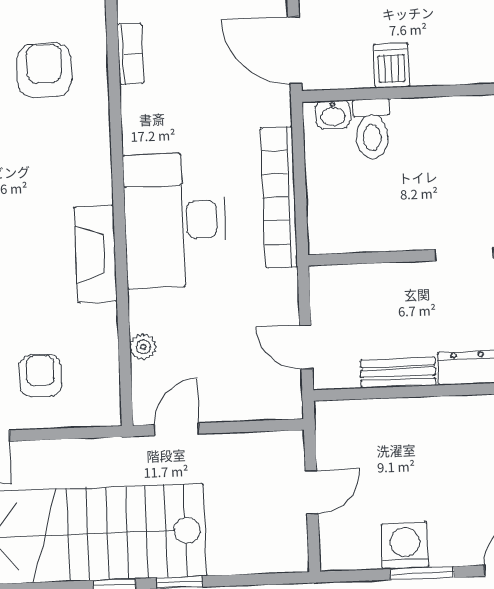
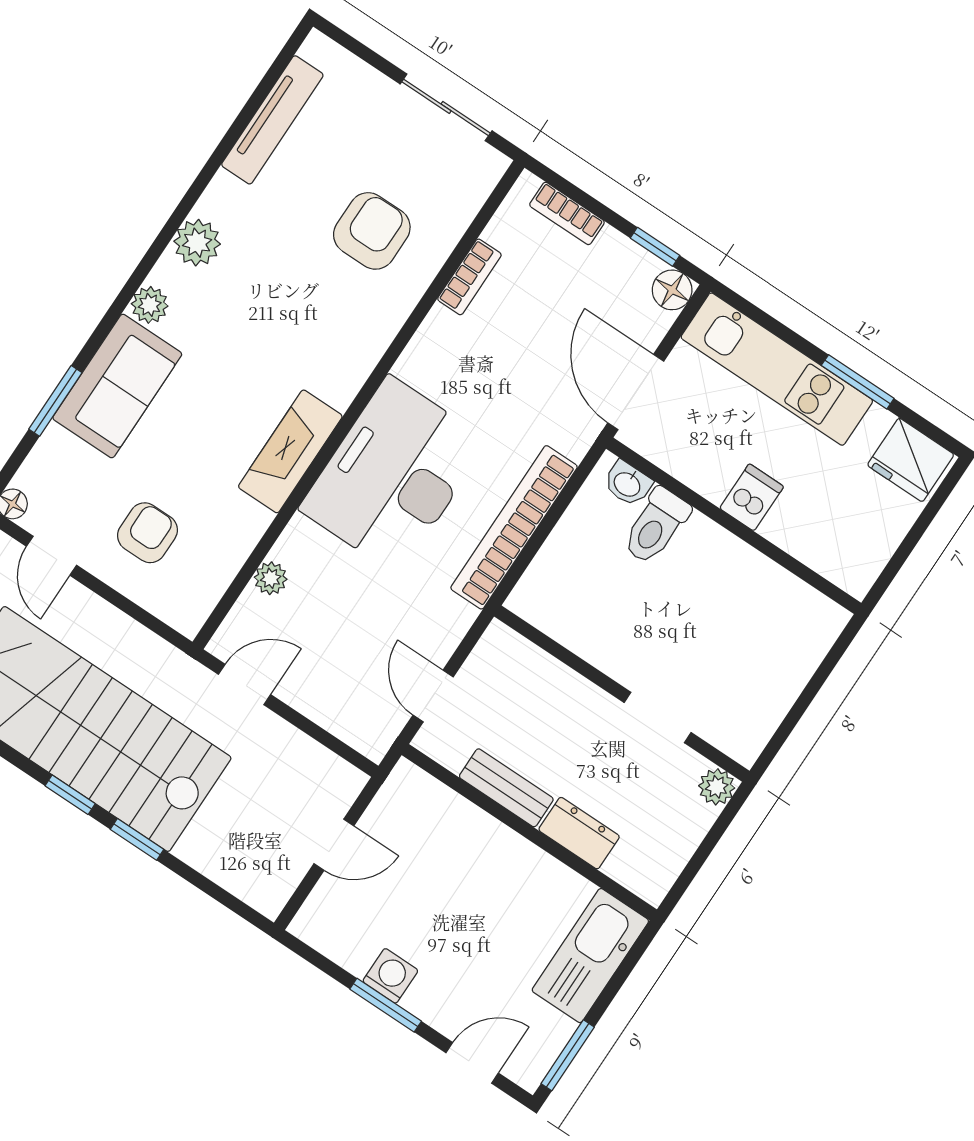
dishwasher: (391, 66) -> (752, 497), moved
washing machine: (405, 546) -> (390, 976), width x0.73, depth x0.73

